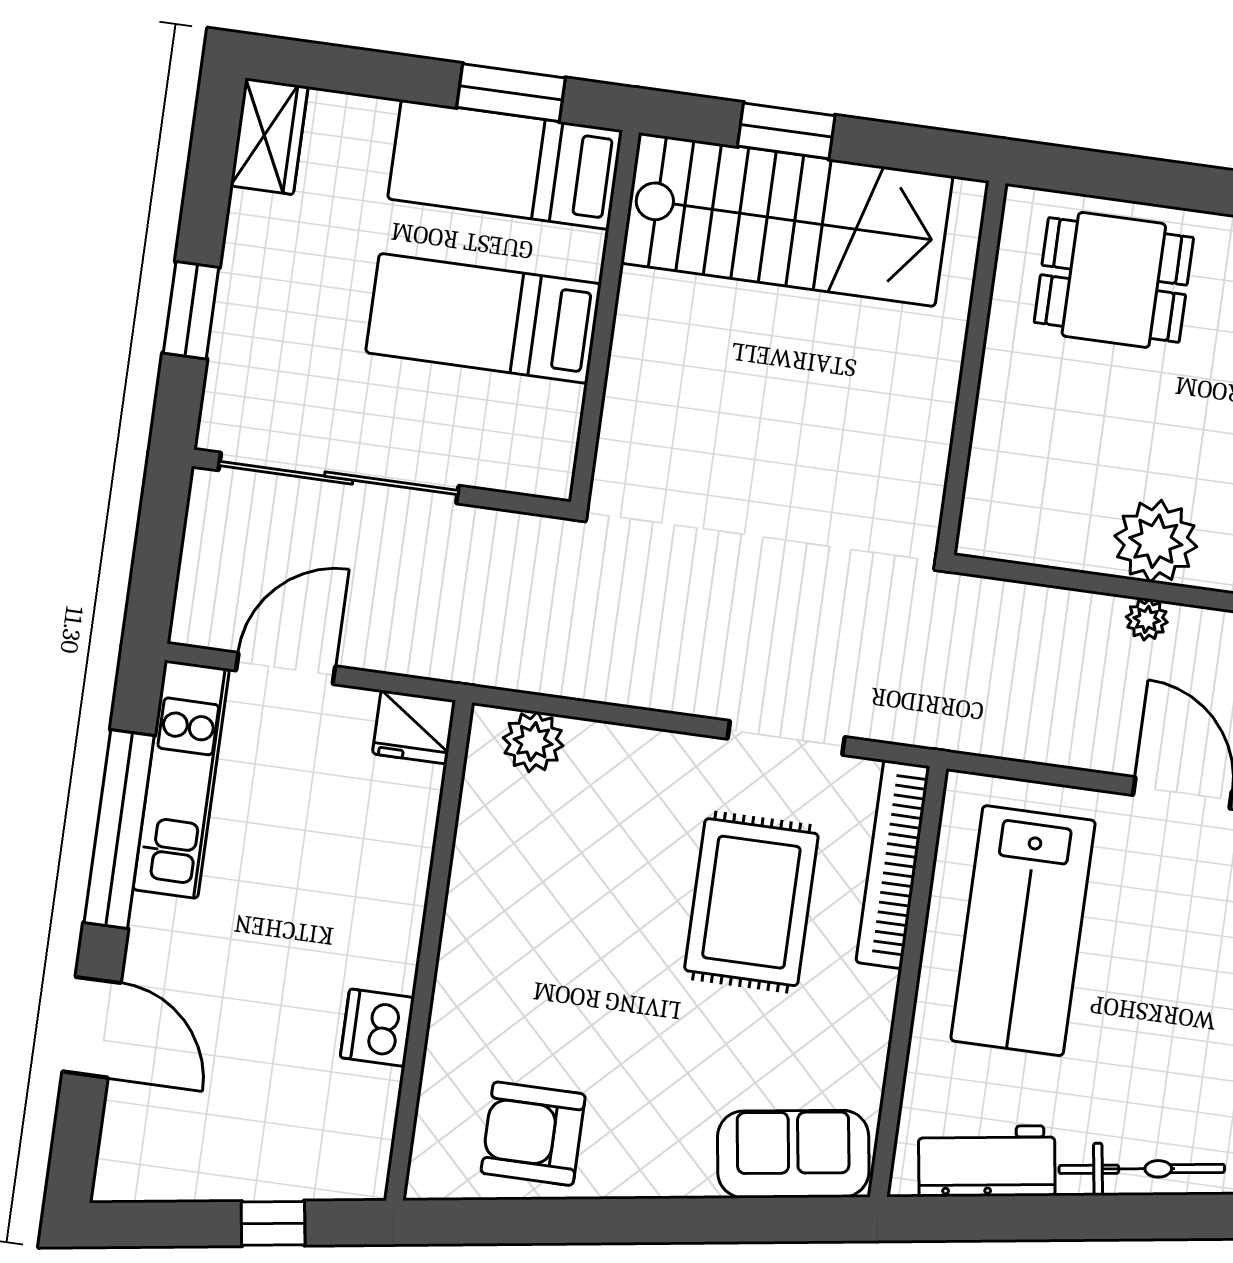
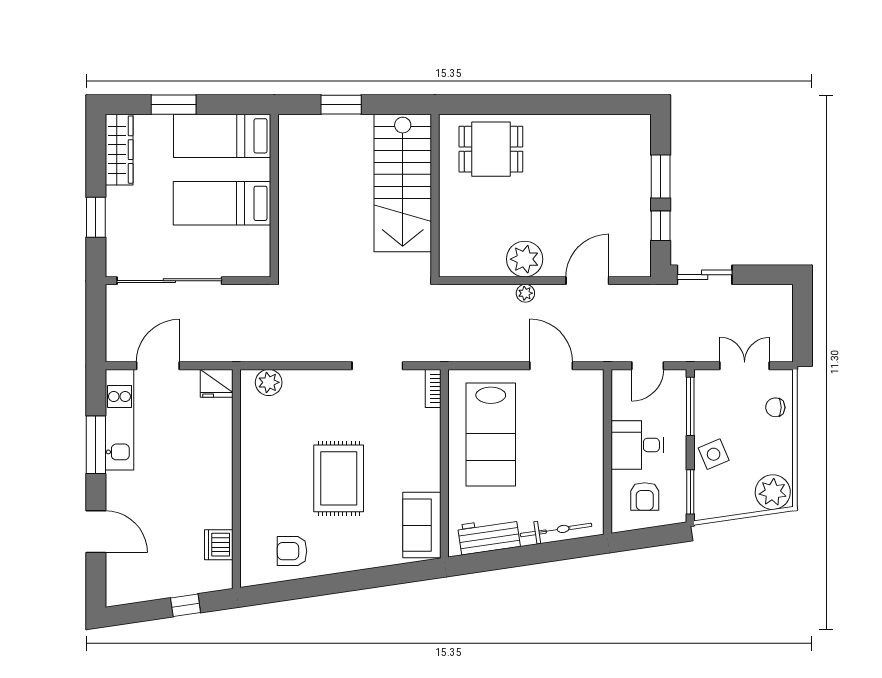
window: (511, 93) -> (174, 105), moved
wardrobe: (269, 136) -> (119, 150), width x1.50
stairs: (787, 220) -> (403, 183), moved, turned 90
window: (119, 829) -> (96, 445), width x0.68
bookcase: (893, 864) -> (433, 389), width x0.43, depth x0.76
rug: (751, 902) -> (339, 478), moved
dishwasher: (377, 1028) -> (219, 545), moved
armchair: (533, 1134) -> (292, 551), width x0.72, depth x0.72
sofa: (793, 1154) -> (422, 525), moved, turned -82

